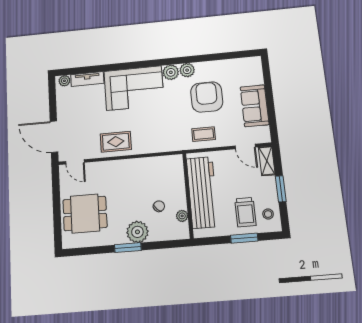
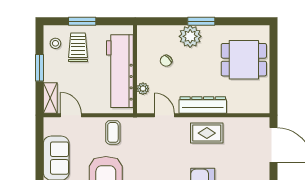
coffee table: (204, 134) -> (113, 132), turned 90
door: (75, 162) -> (164, 115), moved
dresser: (121, 167) -> (203, 105), added
plant: (182, 216) -> (143, 89), moved

